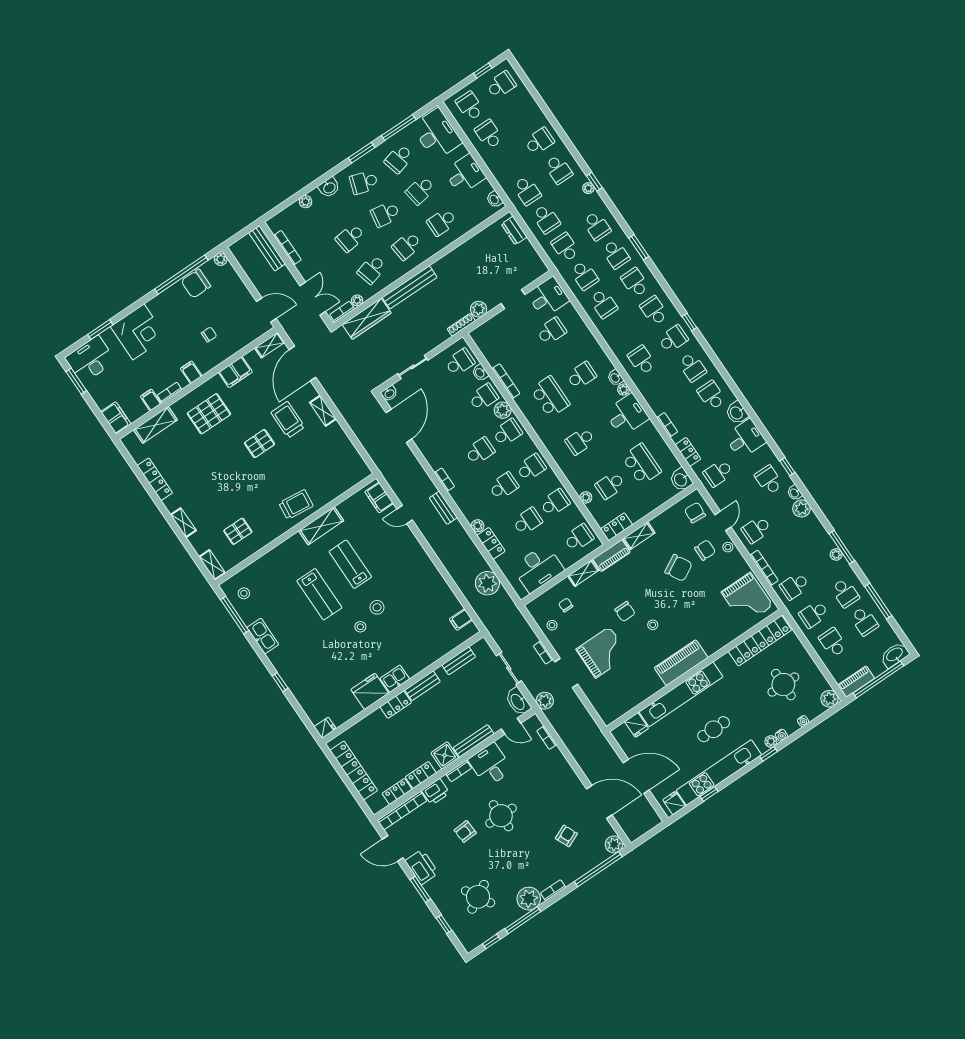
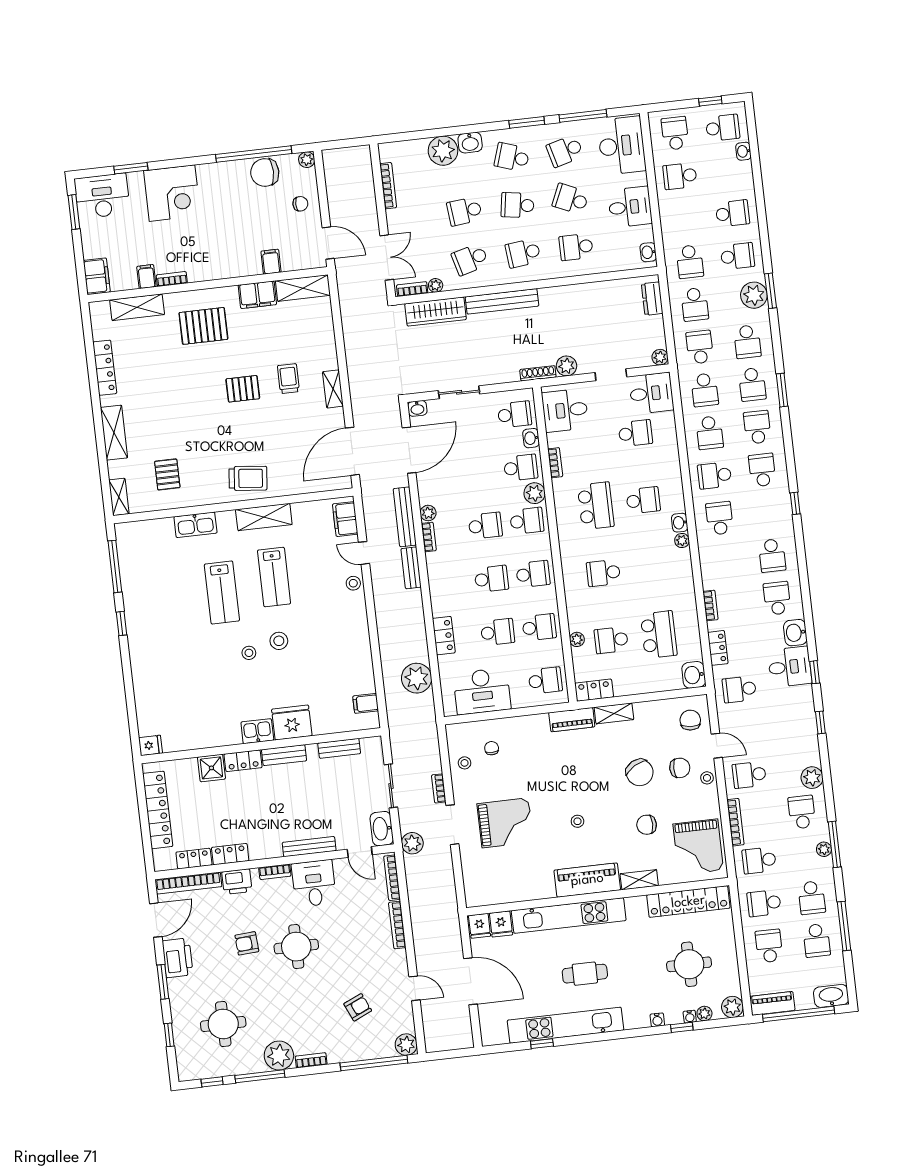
school desk: (489, 134) -> (680, 176), turned -90
school desk: (558, 169) -> (737, 256), turned -90
window: (594, 182) -> (771, 291), width x1.50
plant: (588, 188) -> (754, 295), width x1.87, depth x1.87
school desk: (420, 190) -> (571, 199), turned 33
plant: (306, 202) -> (443, 151), width x1.88, depth x1.88
bench: (267, 248) -> (405, 517), moved
plant: (541, 269) -> (660, 357), added
chair: (209, 334) -> (300, 204), moved
school desk: (673, 339) -> (715, 475), moved, turned 180
shelving: (270, 345) -> (303, 288), width x1.50, depth x1.33
door: (303, 364) -> (352, 451), moved
filing cabinet: (191, 372) -> (271, 262), moved
bookcase: (506, 381) -> (555, 463), width x0.64
desk: (627, 415) -> (565, 410), moved, turned 180
trolley: (288, 420) -> (288, 379), width x0.73, depth x0.72
window: (765, 433) -> (815, 672), added
school desk: (769, 480) -> (802, 812), moved
washbasin: (795, 493) -> (743, 151), moved
door: (723, 521) -> (717, 746), hinge flipped
shelving: (183, 523) -> (114, 433), width x1.50, depth x1.33
plant: (478, 526) -> (428, 513), moved
pallet: (238, 531) -> (167, 474), turned 90
lab bench: (350, 564) -> (274, 577), turned 180
shelving: (583, 573) -> (639, 880), moved
stool: (244, 593) -> (353, 583), moved
chair: (625, 612) -> (647, 825), moved, turned 90
kitchen sink: (263, 636) -> (195, 525), moved, turned 90
window: (280, 682) -> (121, 623), moved
fridge: (370, 691) -> (292, 723), moved
bookcase: (547, 738) -> (392, 878), width x1.56
plant: (771, 742) -> (704, 1014), moved
window: (768, 754) -> (682, 1027), moved
shower: (445, 755) -> (211, 768), moved
bookcase: (564, 764) -> (397, 925), added
door: (599, 802) -> (414, 988), width x0.53
fridge: (674, 803) -> (480, 926), moved, turned 180
door: (393, 848) -> (156, 920), swing flipped
round table: (478, 897) -> (223, 1024), turned 30

